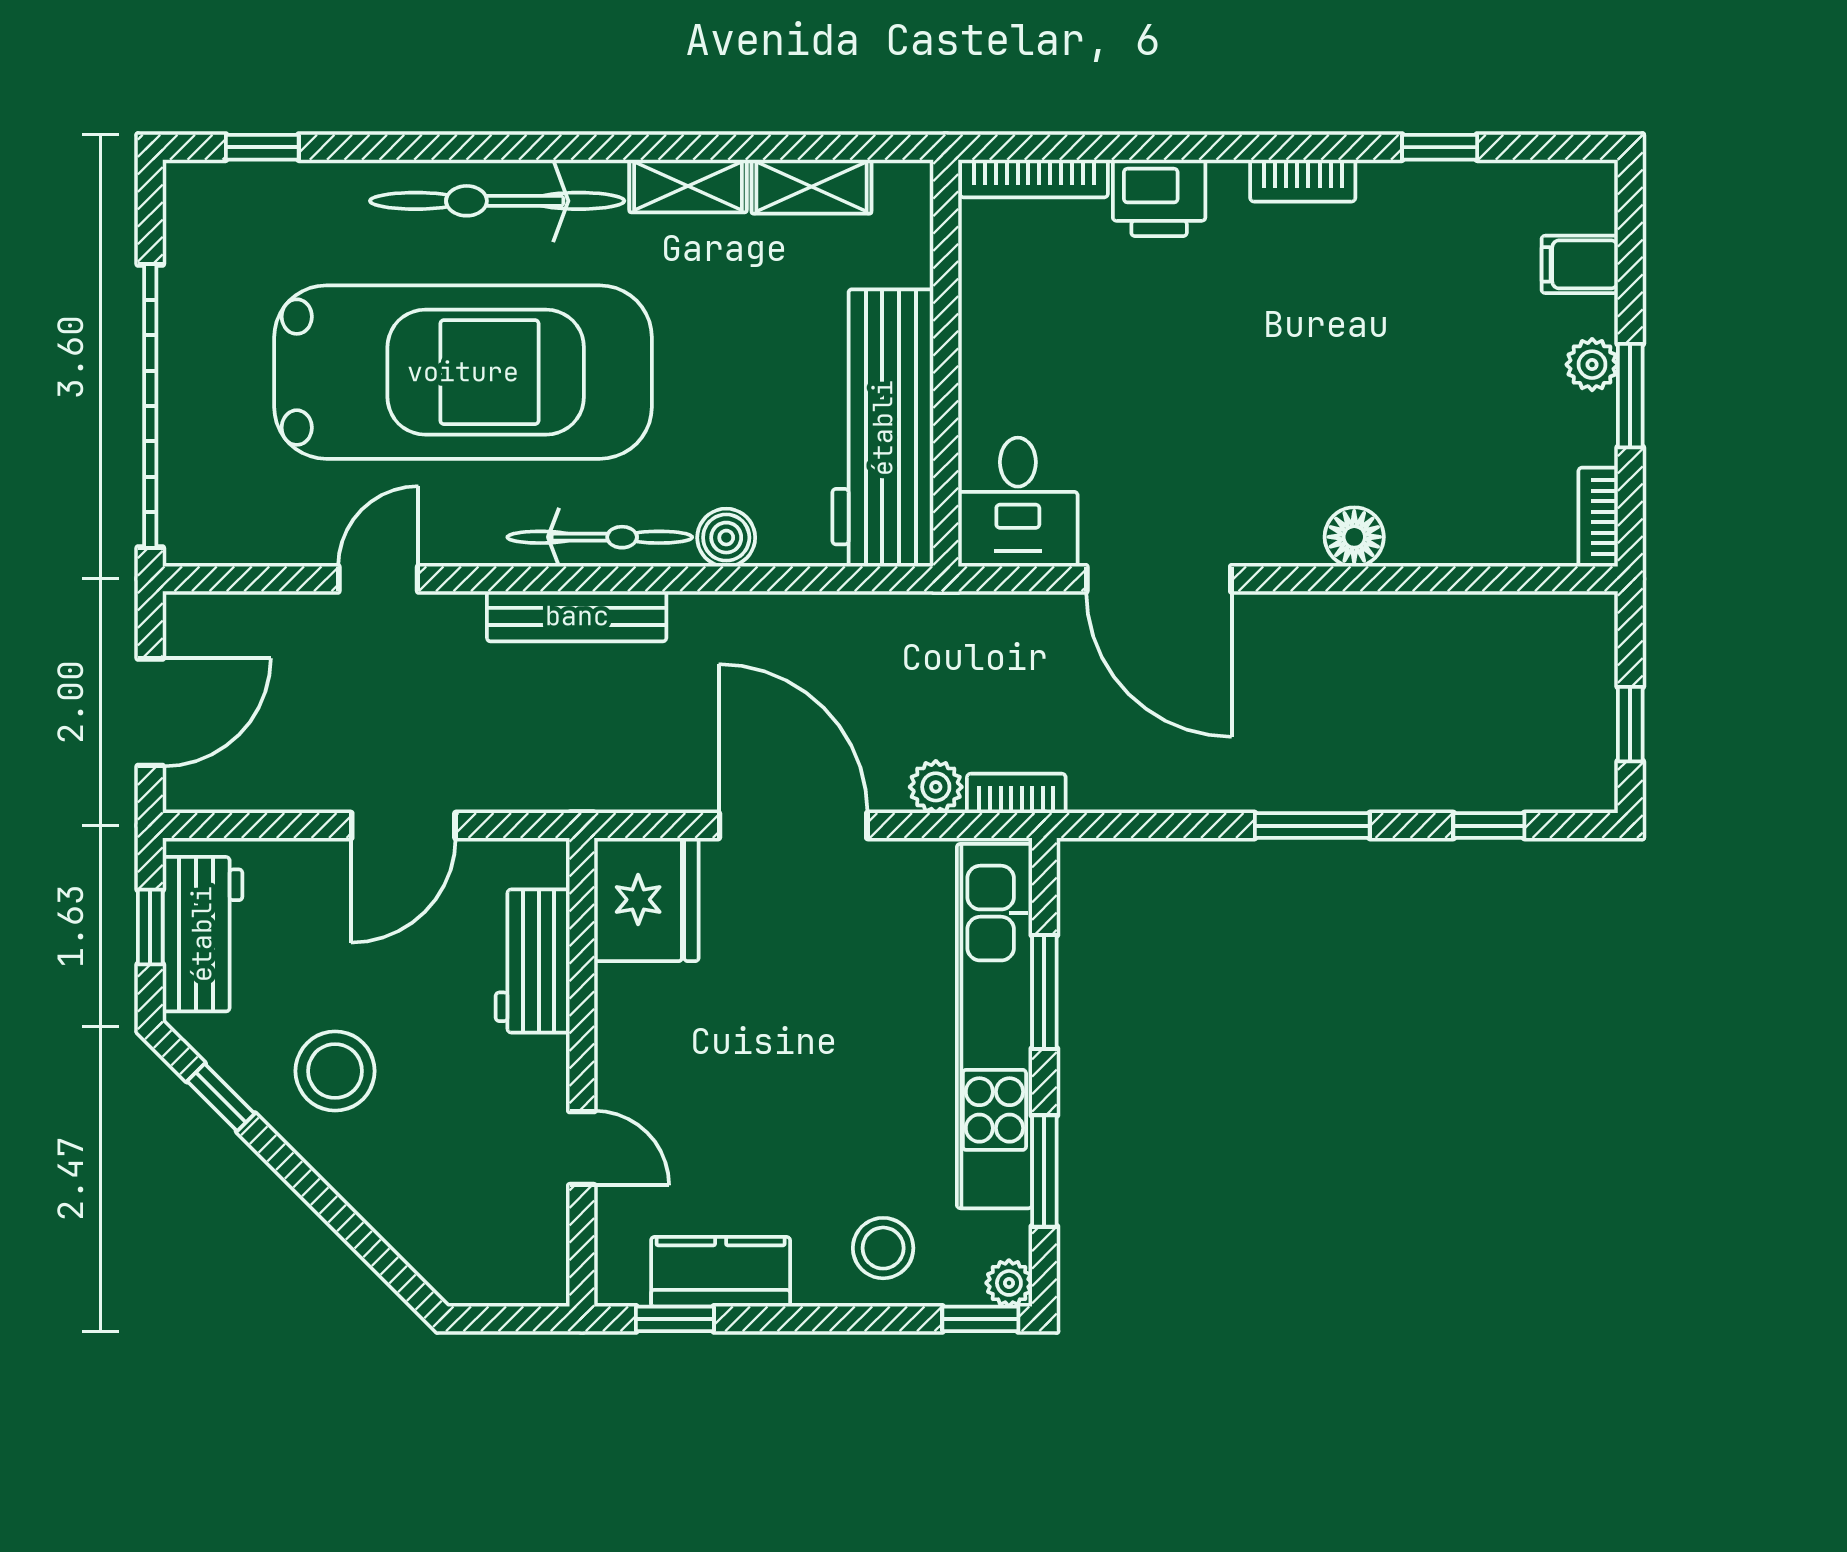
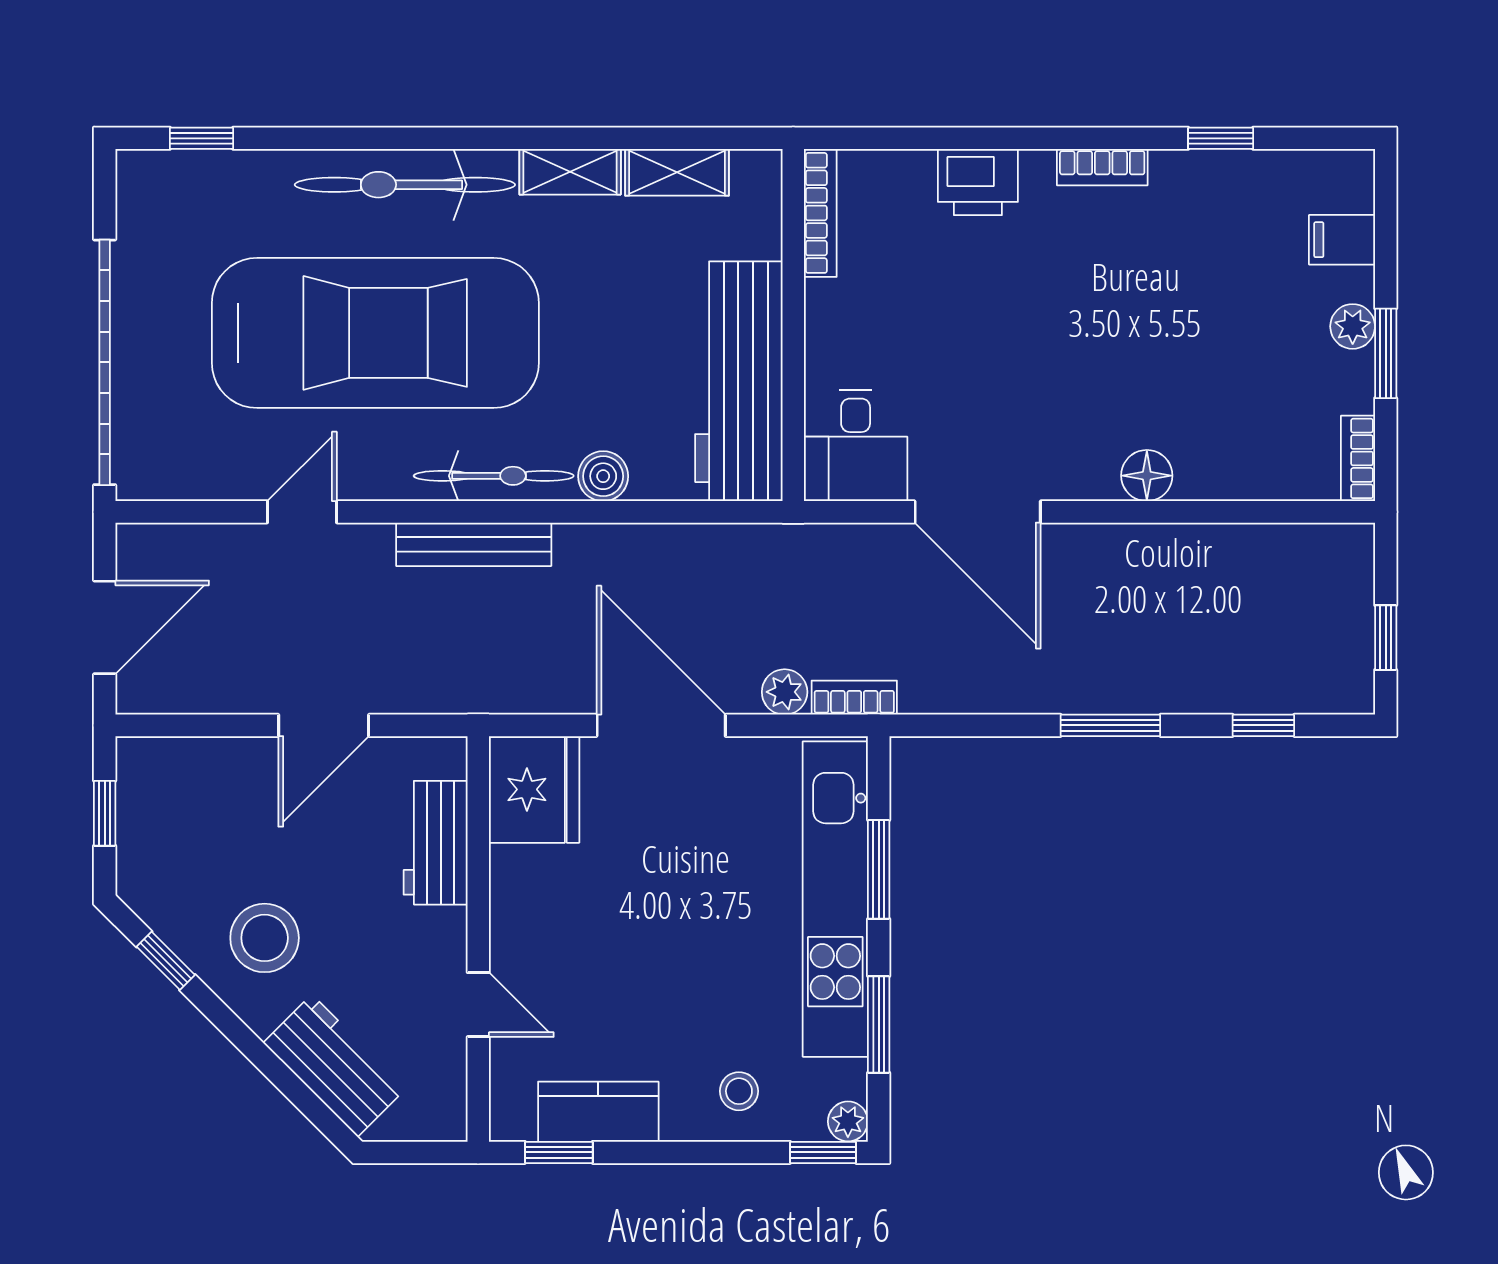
bookcase: (1034, 178) -> (820, 213), moved, turned -90
workbench: (202, 934) -> (335, 1066), moved, turned -45
stool: (883, 1248) -> (739, 1091), width x0.73, depth x0.73

